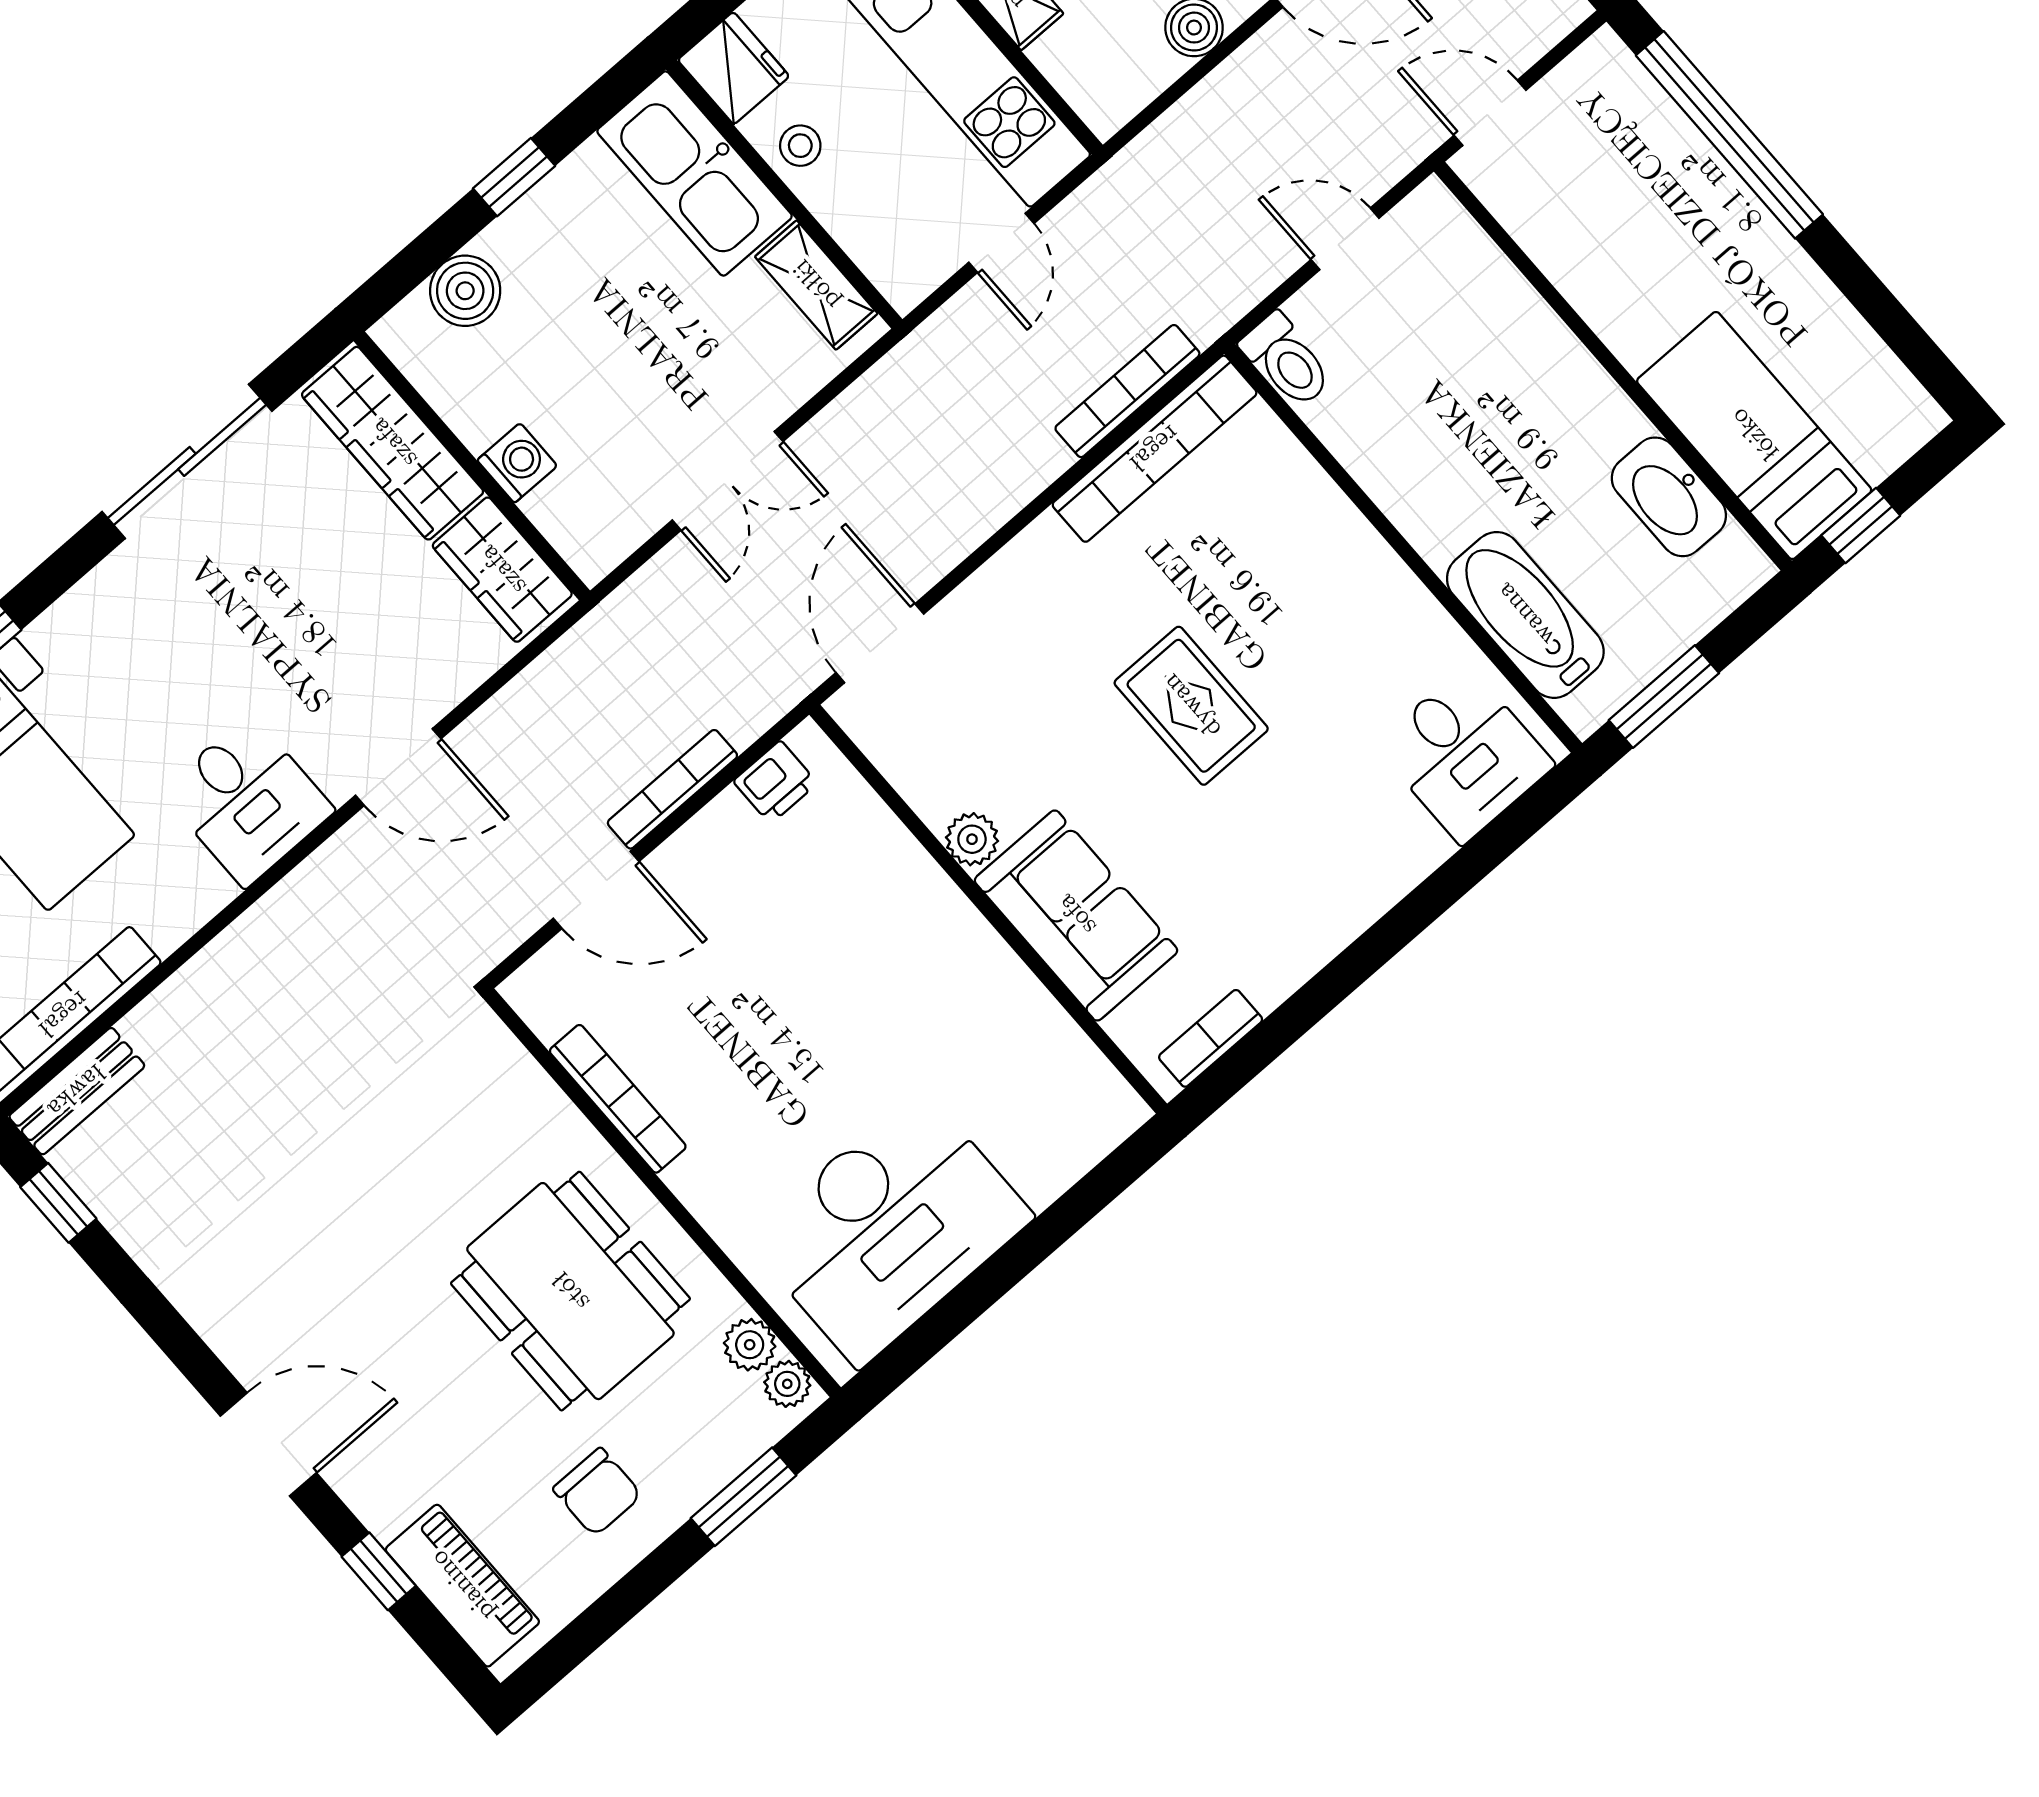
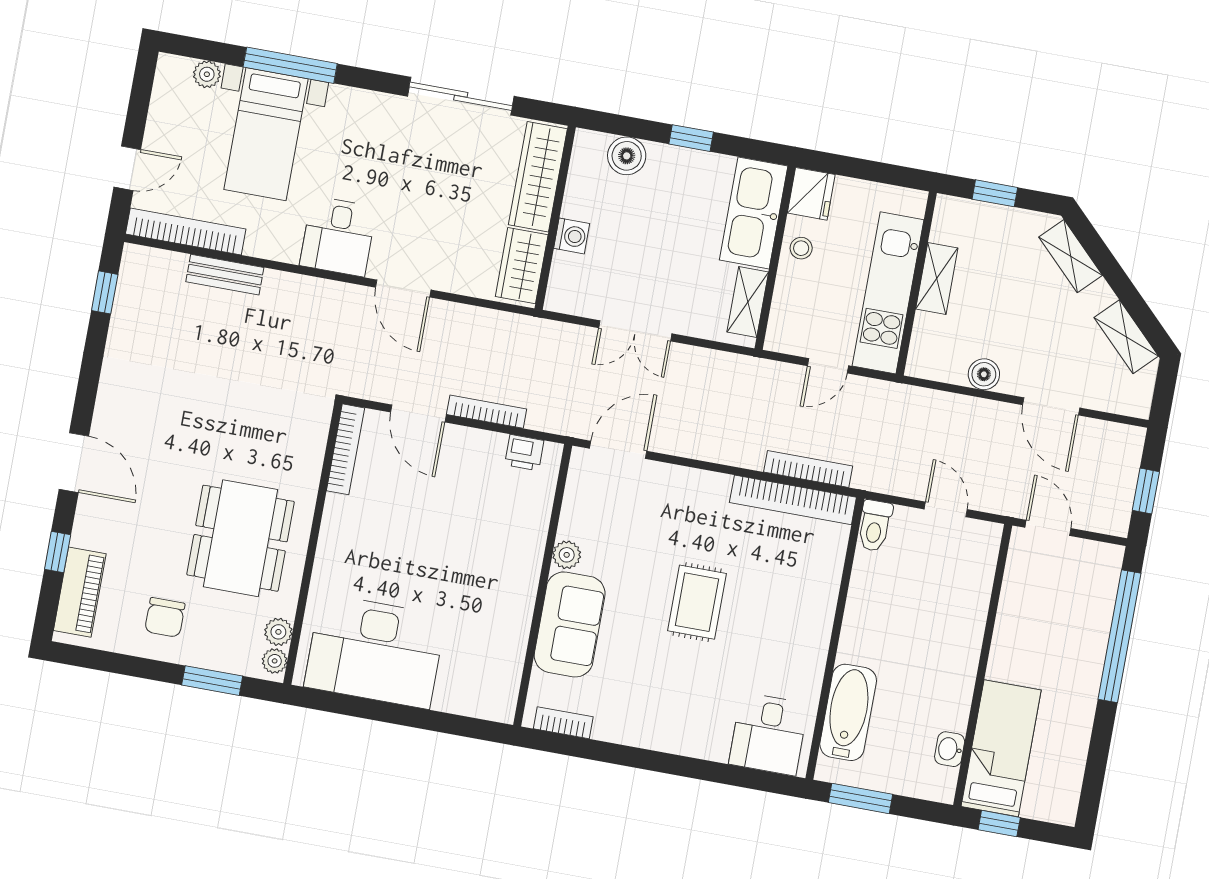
washbasin: (1669, 497) -> (950, 749), width x0.52, depth x0.69
bench: (77, 1091) -> (225, 275), moved
bookcase: (618, 1099) -> (346, 449), moved

